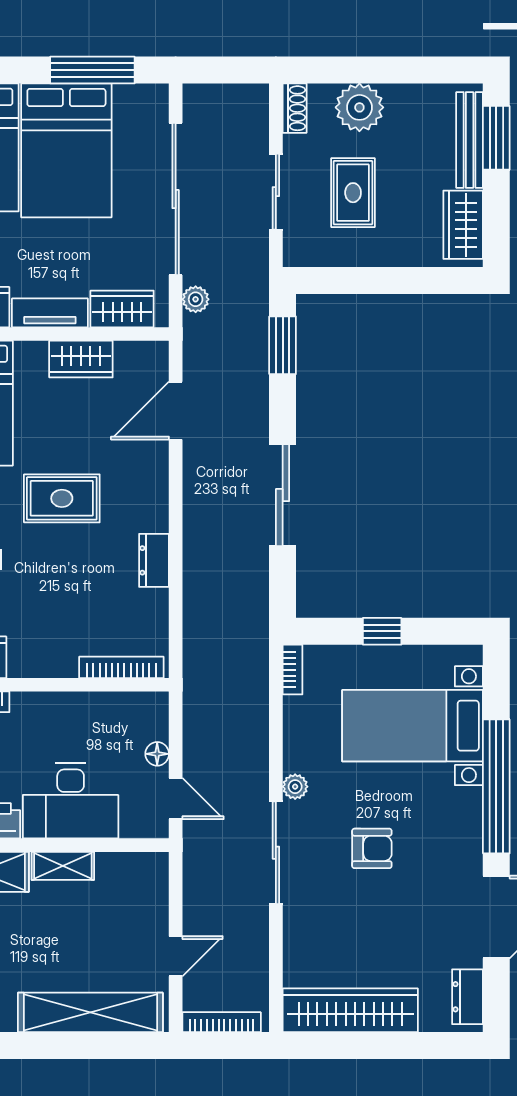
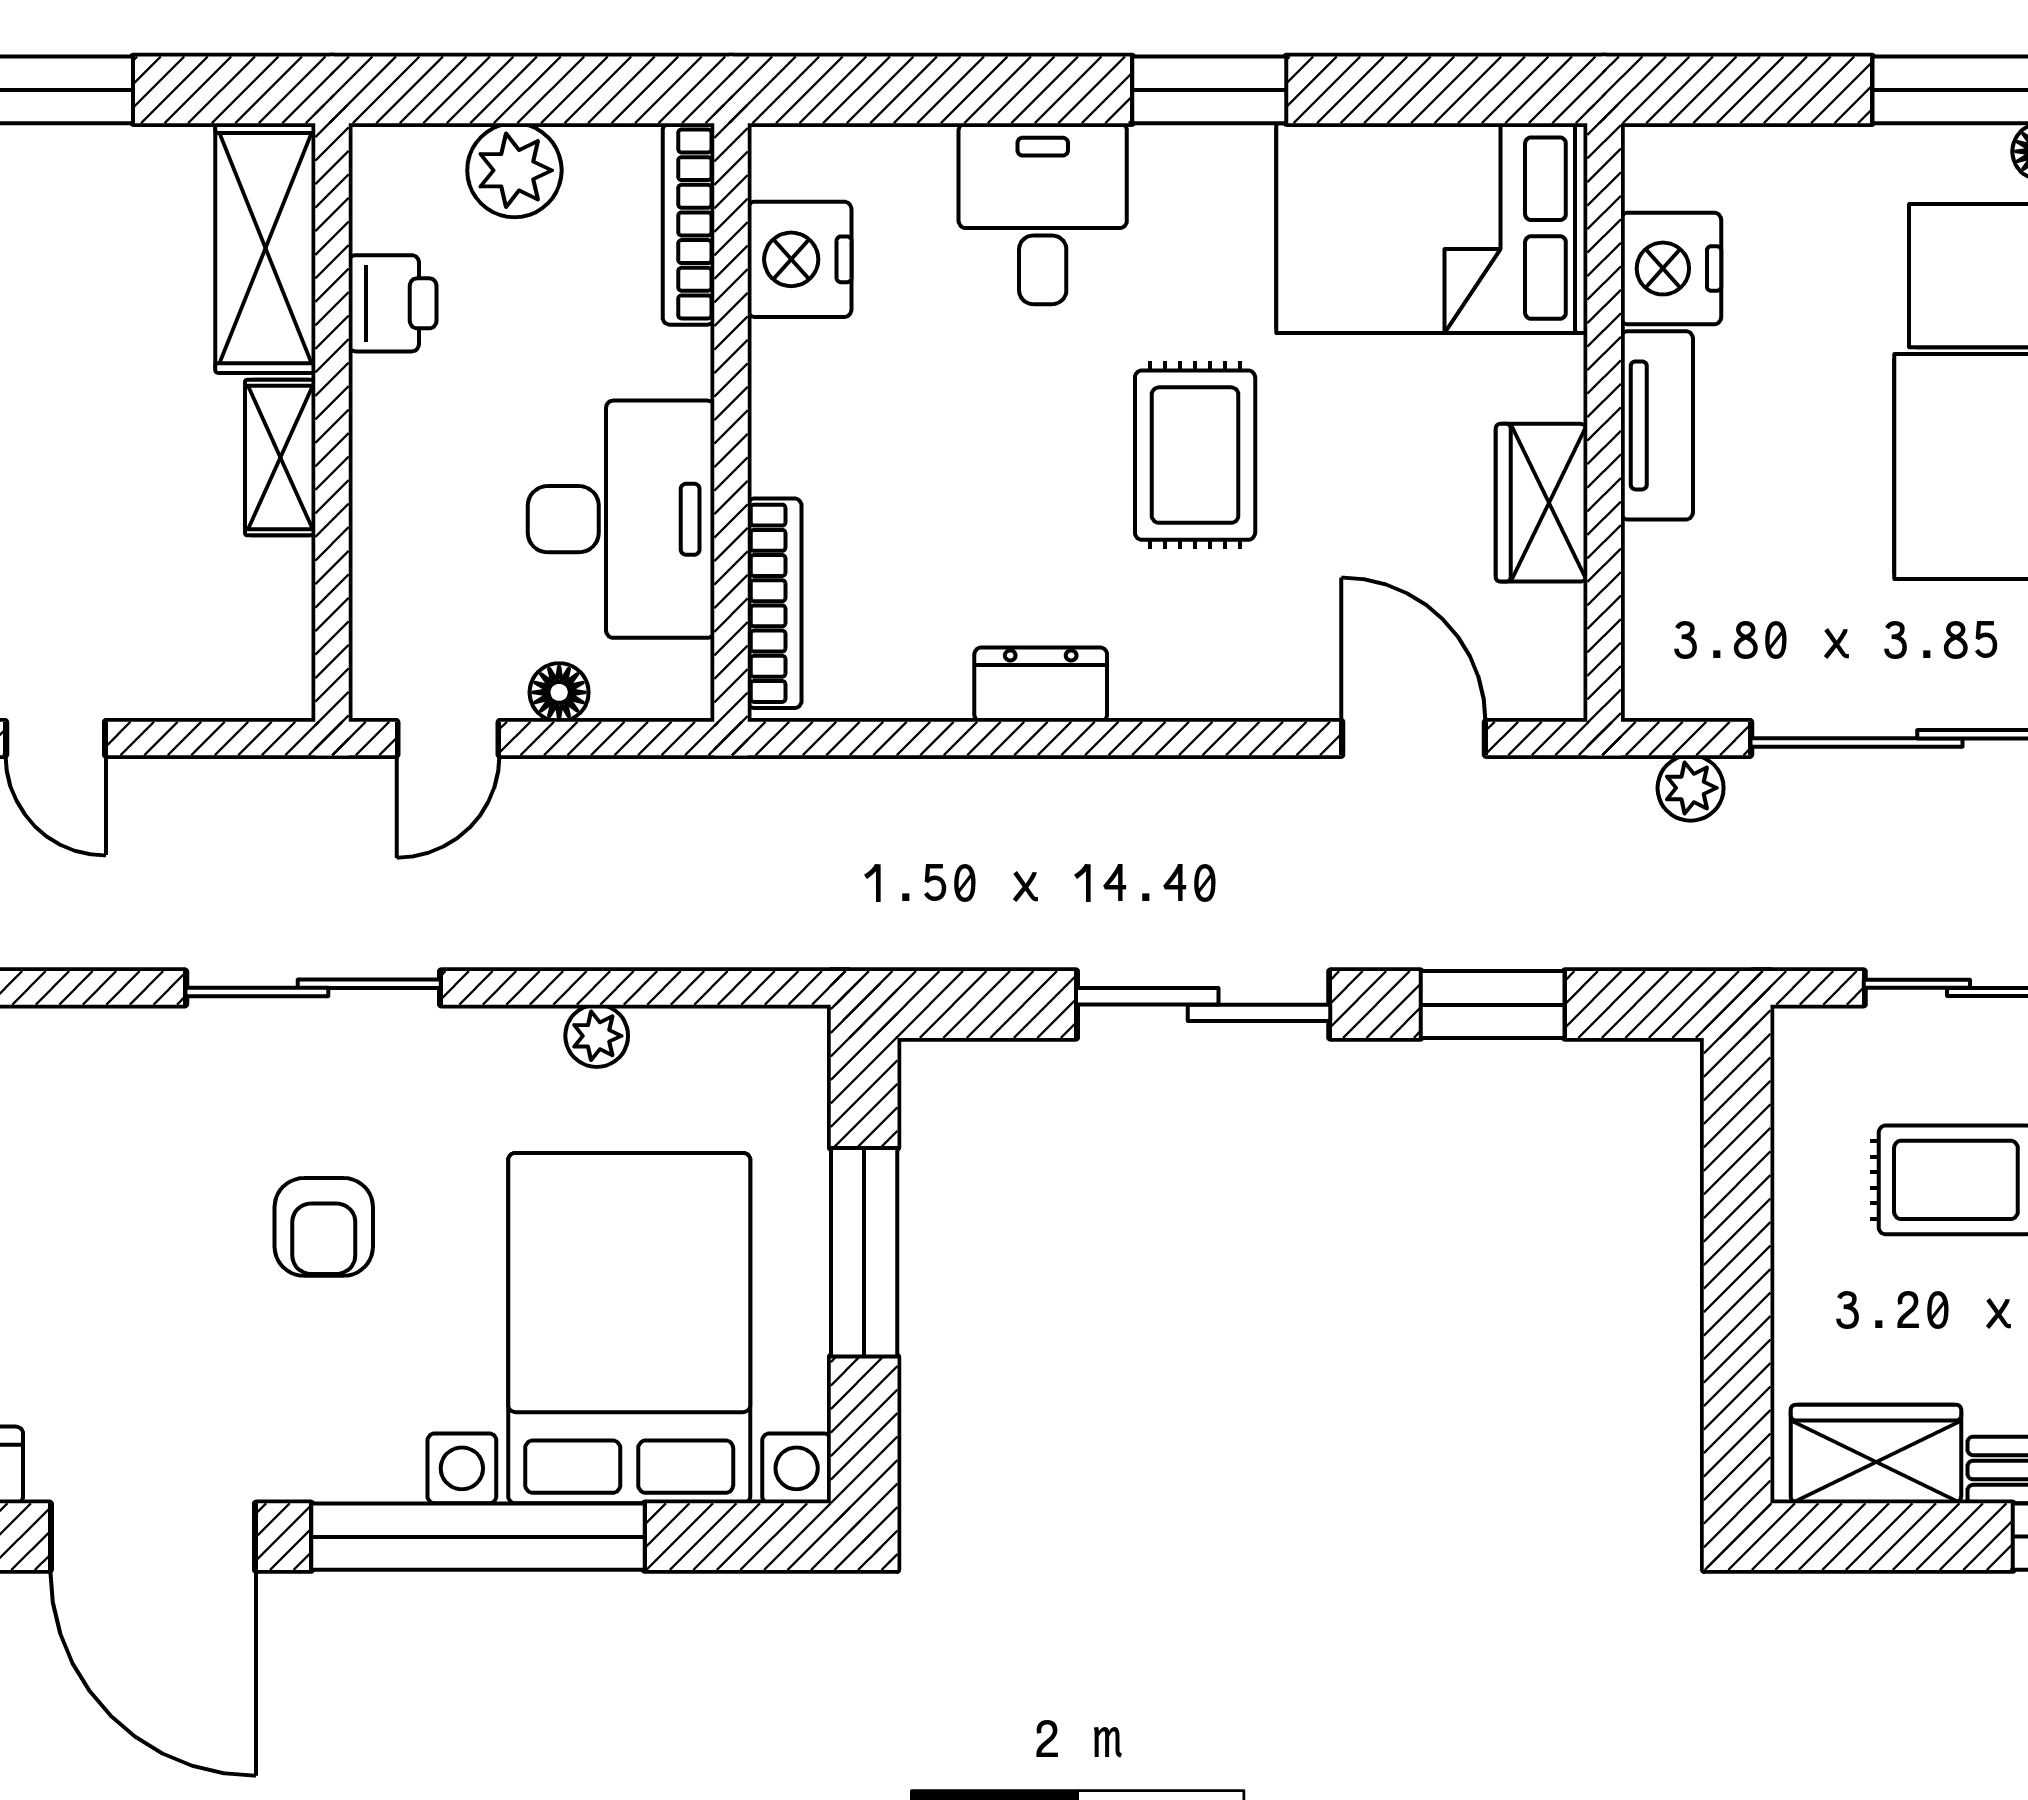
wardrobe: (122, 309) -> (1666, 605), removed
window: (283, 345) -> (1493, 1005), moved
window: (382, 631) -> (864, 1252), width x2.17
bookcase: (292, 670) -> (769, 1029), removed
bed with nightstands: (413, 726) -> (629, 1328), width x1.36
plant: (295, 787) -> (597, 1036), moved
desk: (71, 801) -> (621, 519), moved, turned 180

